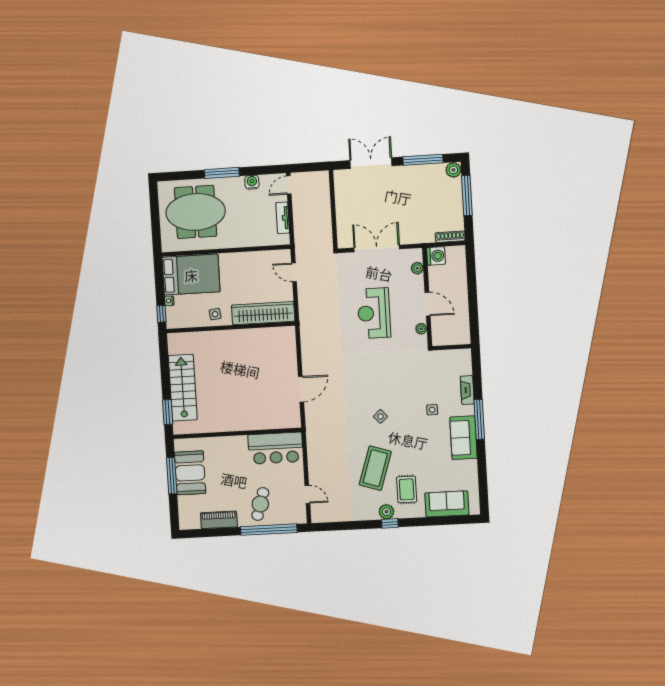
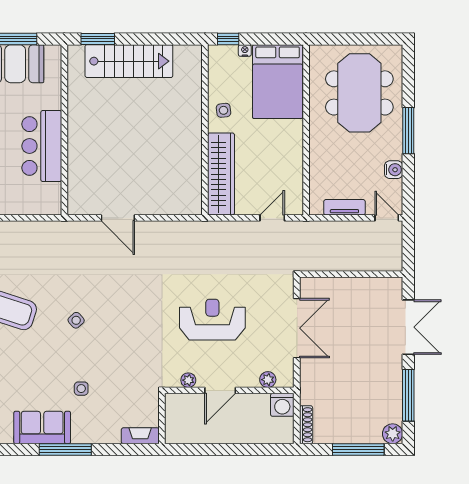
fireplace: (467, 390) -> (140, 436), moved
bar counter: (276, 448) -> (42, 146), moved

